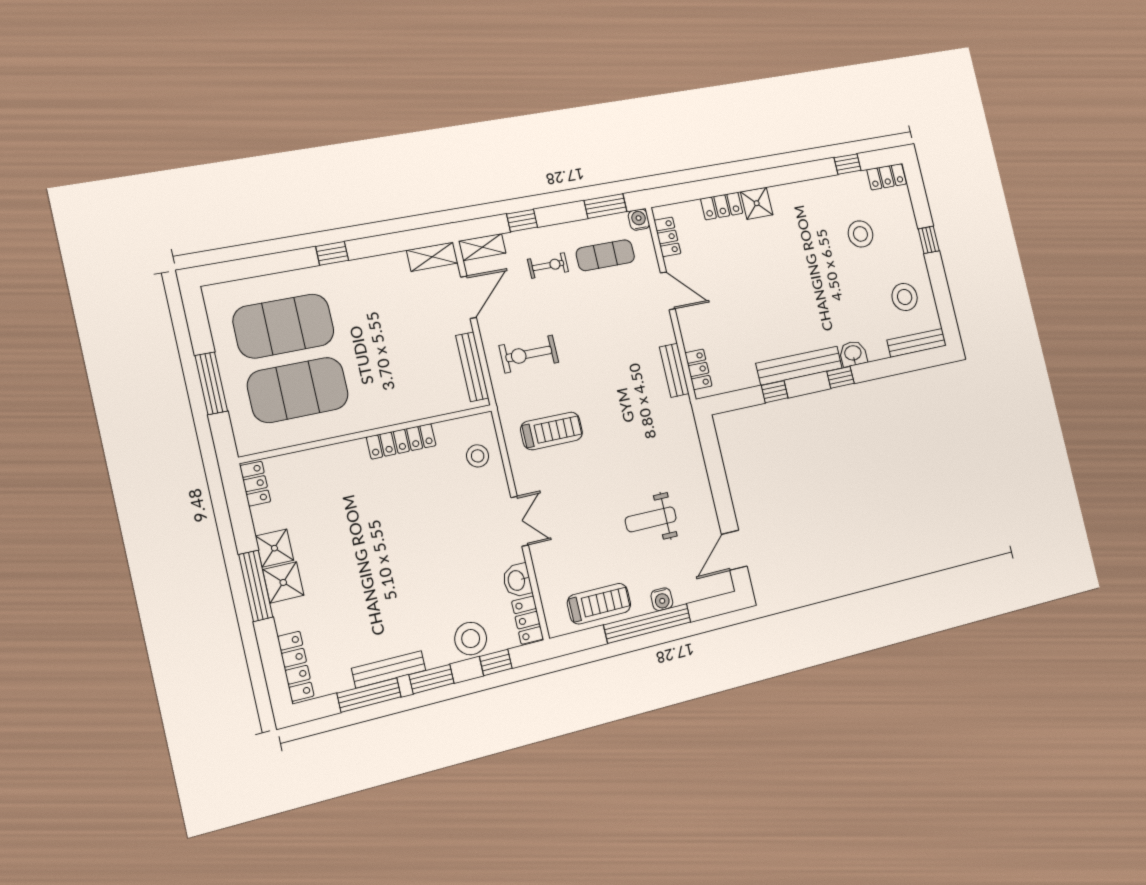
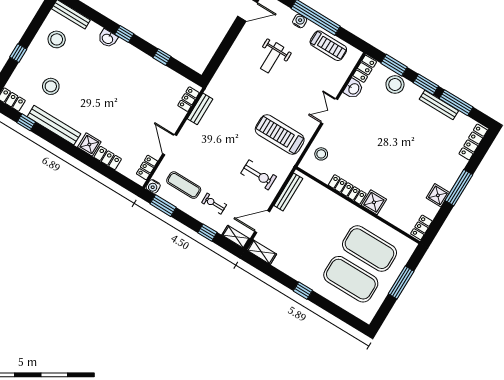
bench: (799, 366) -> (54, 125), moved
treadmill: (552, 431) -> (280, 135), width x1.37, depth x1.38
weight bench: (651, 519) -> (272, 58), turned 90
shower: (283, 582) -> (374, 202), moved
treadmill: (599, 604) -> (328, 46), turned 180
window: (496, 662) -> (394, 65), width x1.50

